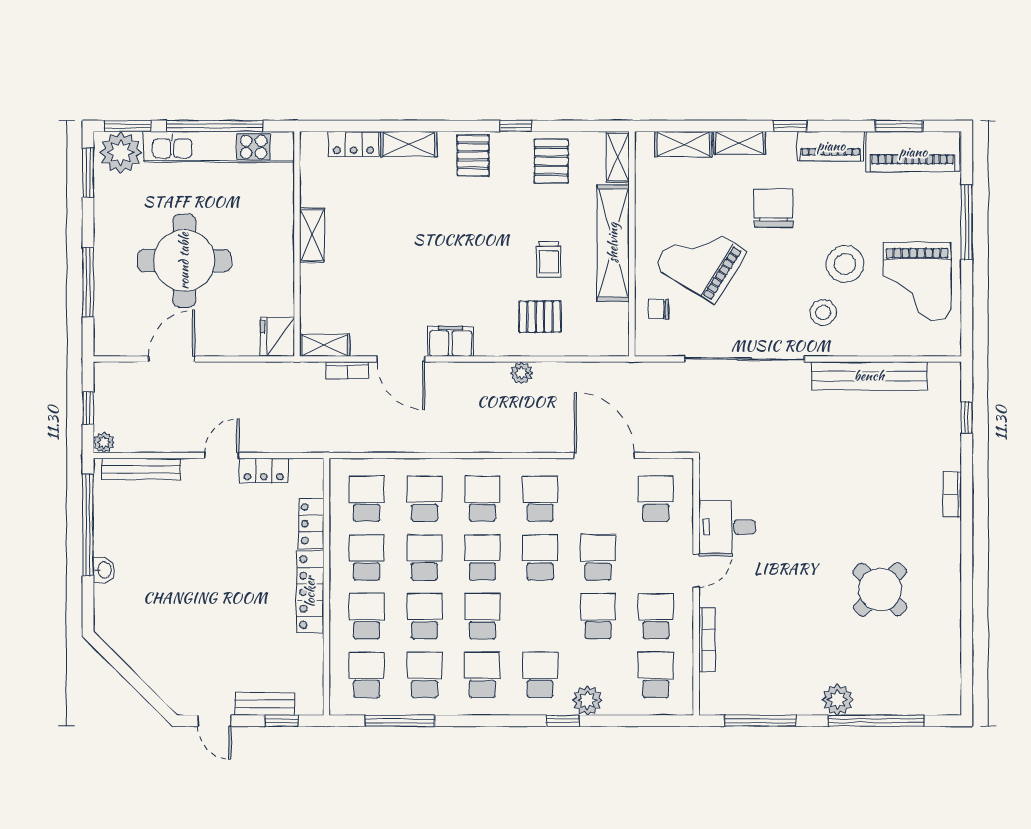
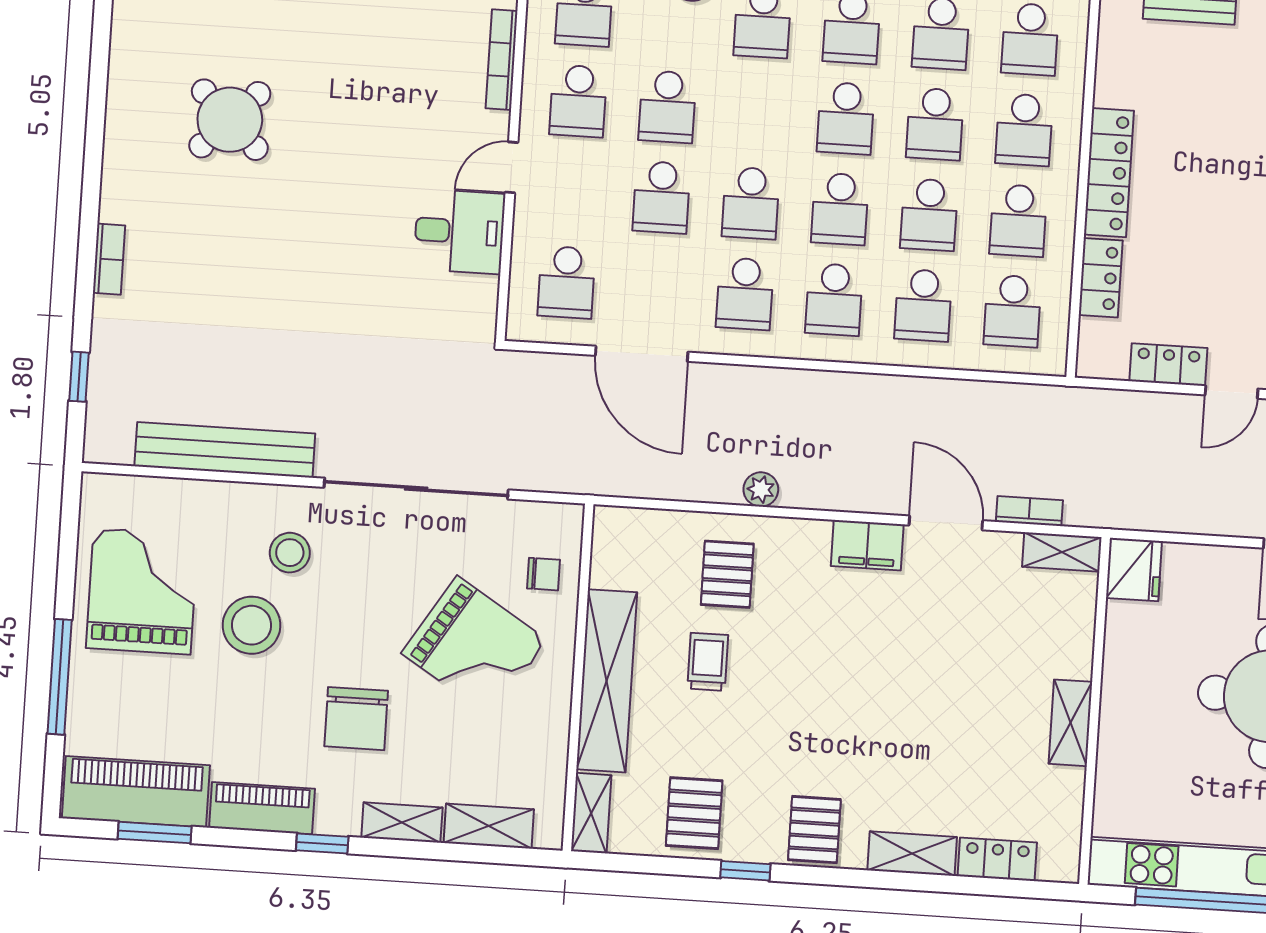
pallet: (540, 317) -> (727, 574), turned 90

